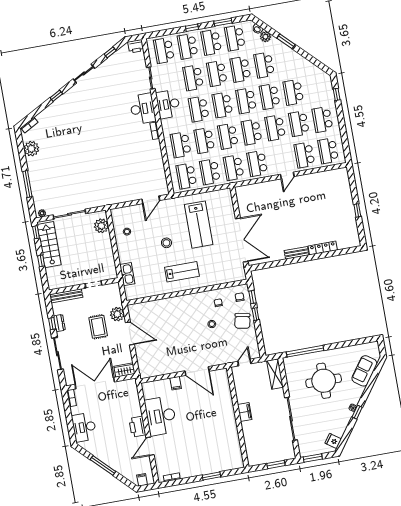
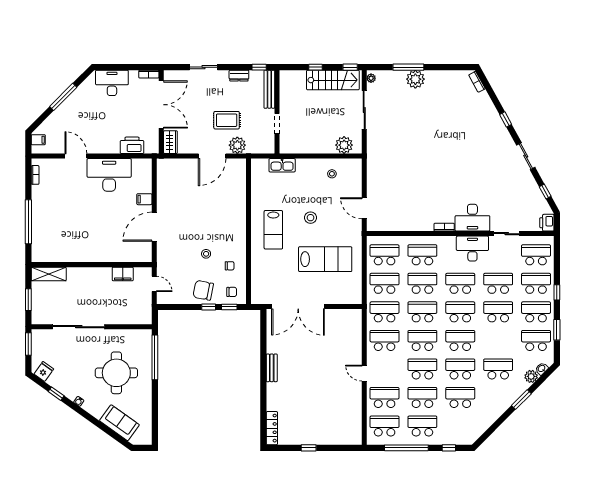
school desk: (240, 69) -> (498, 340), removed
window: (343, 129) -> (406, 448), added
plant: (31, 149) -> (415, 79), moved
lab bench: (199, 225) -> (325, 259), turned 180
locker: (323, 248) -> (272, 428), moved
window: (52, 324) -> (259, 67), moved
sliding door: (58, 354) -> (204, 67), width x0.73
shelving: (275, 374) -> (49, 274), moved
filing cabinet: (245, 412) -> (123, 274), moved
window: (357, 412) -> (56, 394), moved
printer: (137, 427) -> (132, 145), moved
window: (211, 476) -> (28, 222), width x2.11

